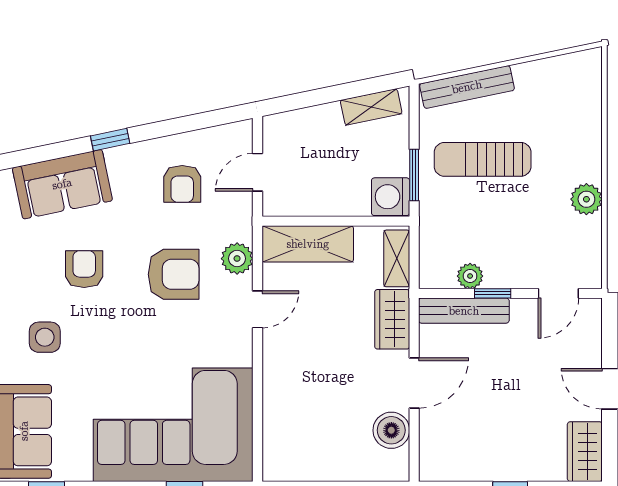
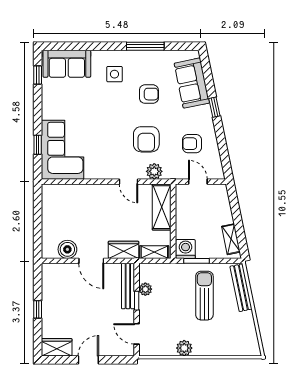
corner sofa: (173, 425) -> (63, 150), width x0.73, depth x0.74

